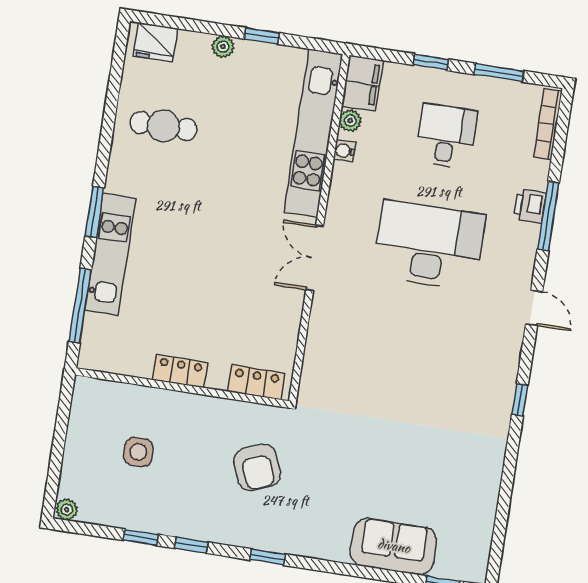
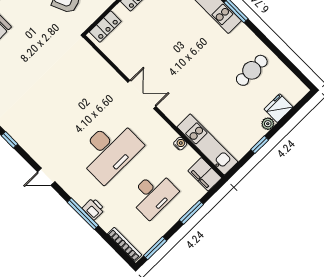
fridge: (155, 42) -> (279, 108), moved
window: (431, 62) -> (191, 212), width x1.50
window: (499, 73) -> (155, 248), moved
plant: (350, 121) -> (192, 156), removed
kitchen unit: (313, 133) -> (207, 144), width x0.73
desk: (446, 136) -> (153, 194), width x1.37

